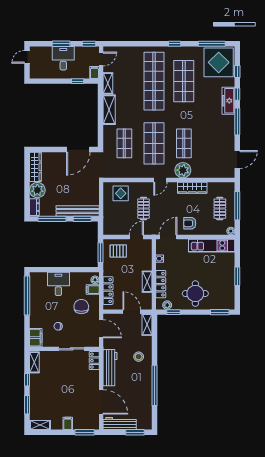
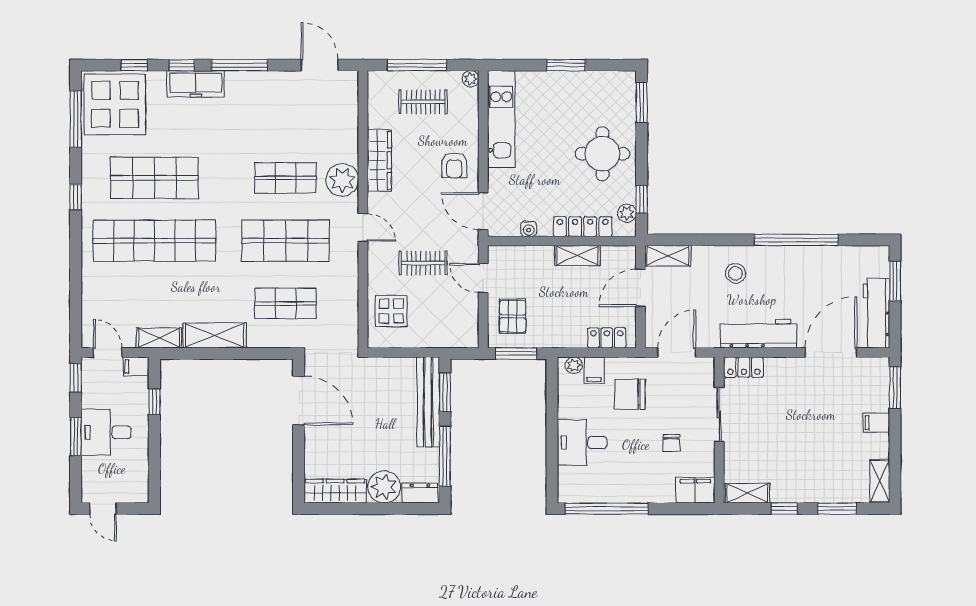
locker: (108, 291) -> (607, 338), width x0.66

